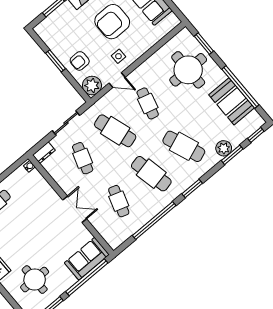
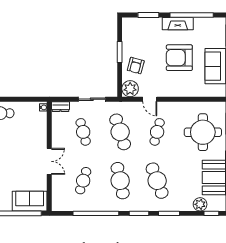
side table: (118, 56) -> (164, 84), removed
armchair: (80, 61) -> (136, 66), turned -75
plant: (224, 148) -> (200, 204), moved
window: (232, 155) -> (169, 213), moved
cafe table: (83, 158) -> (83, 132), turned -33

